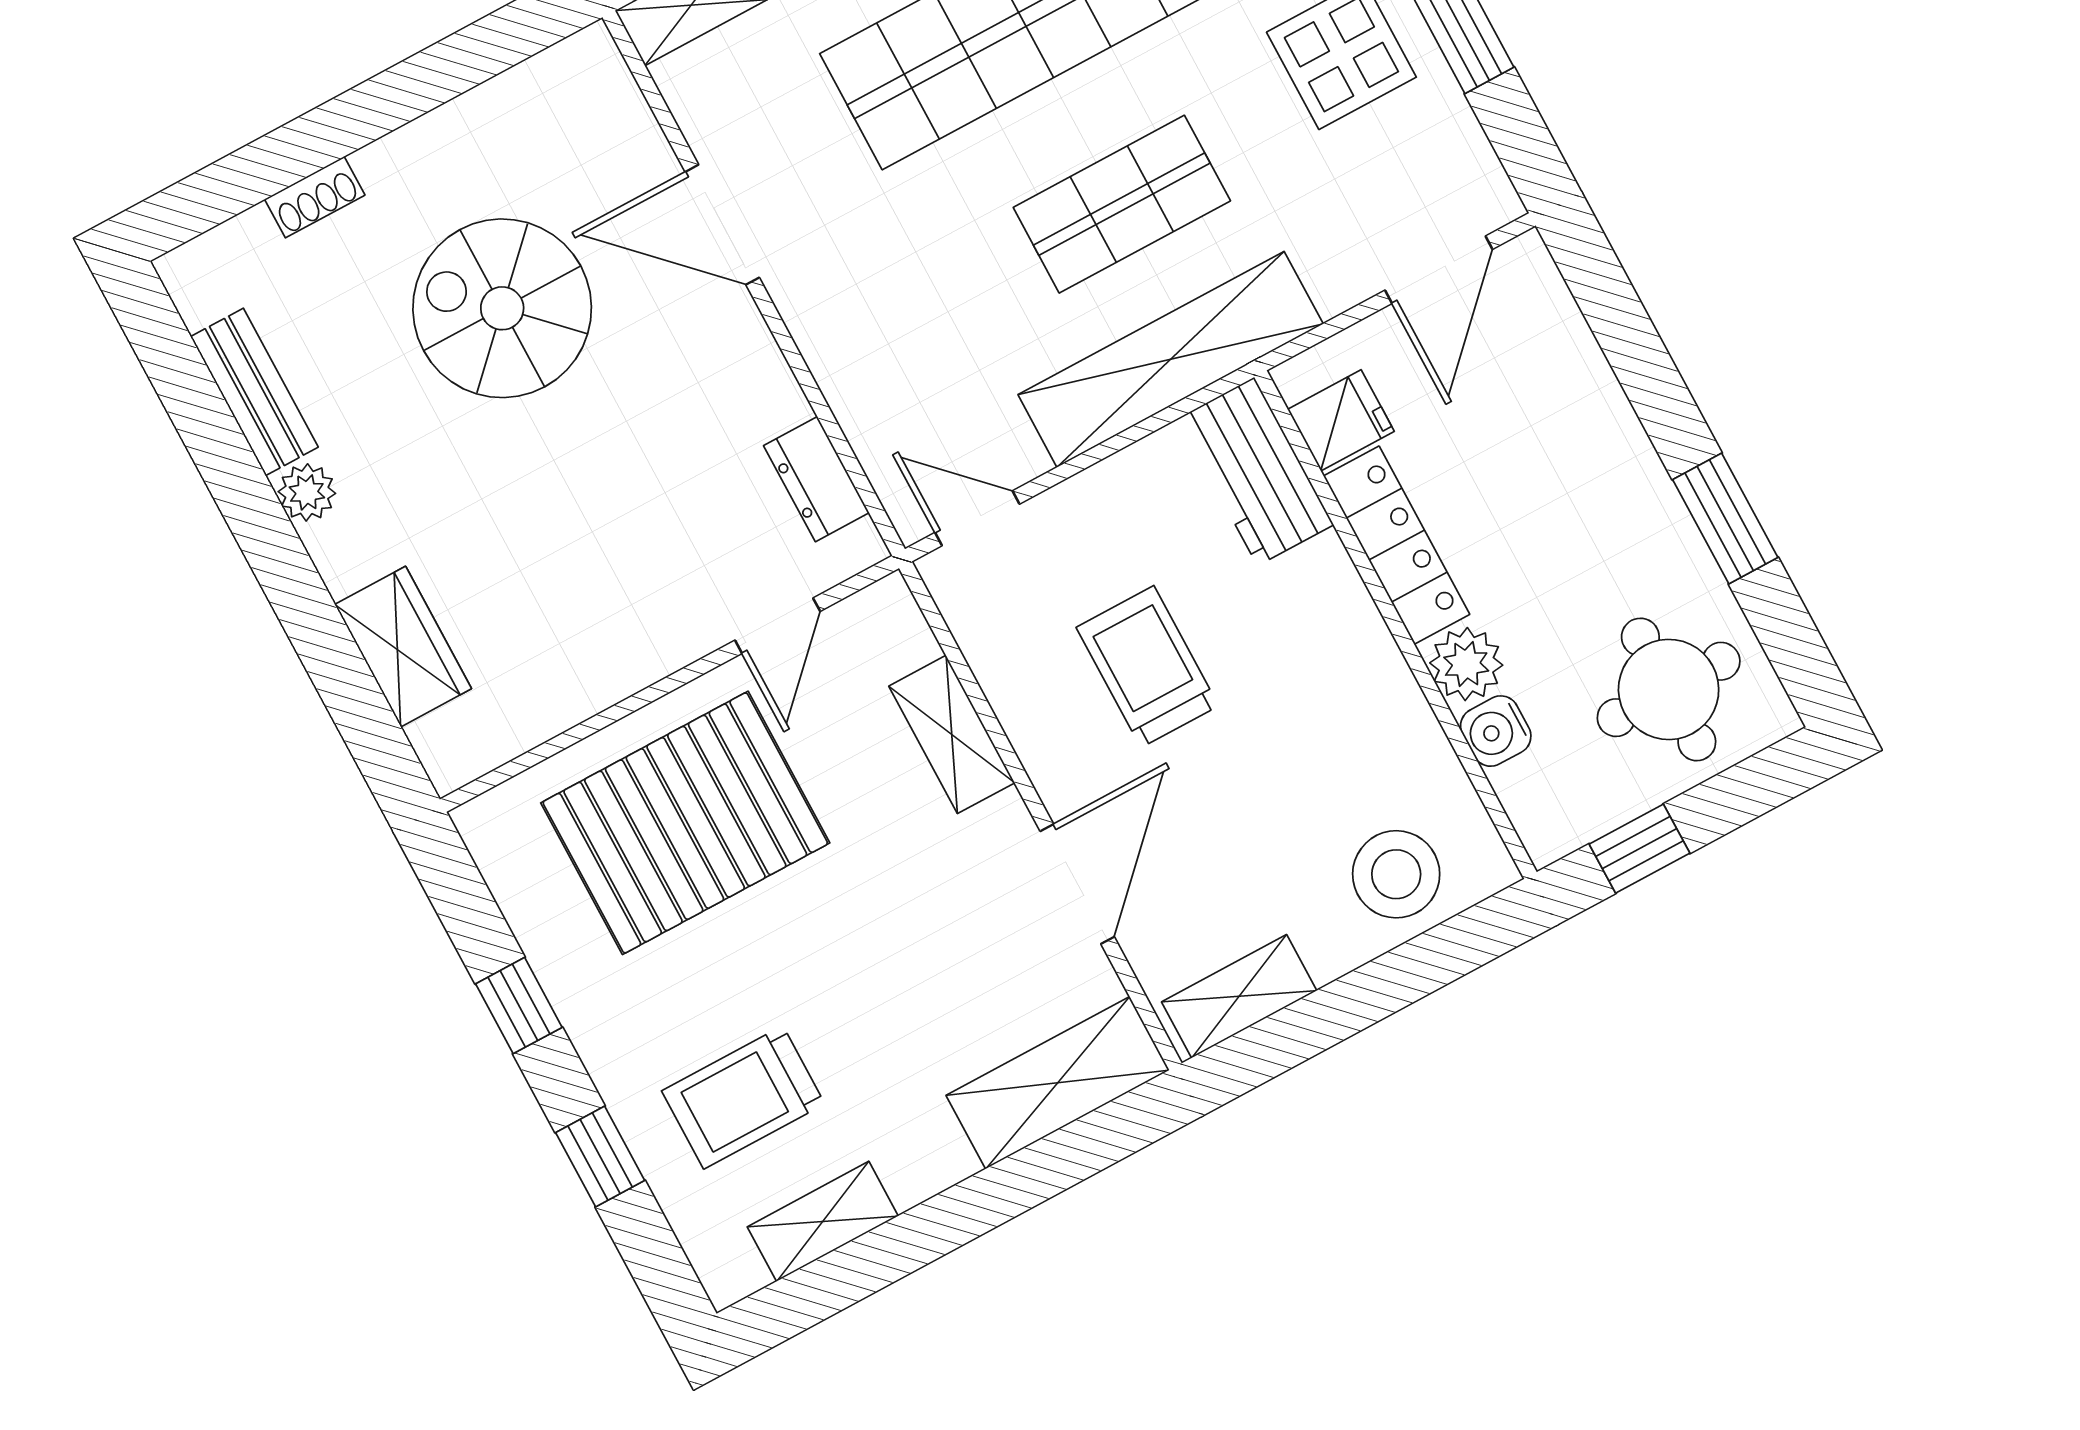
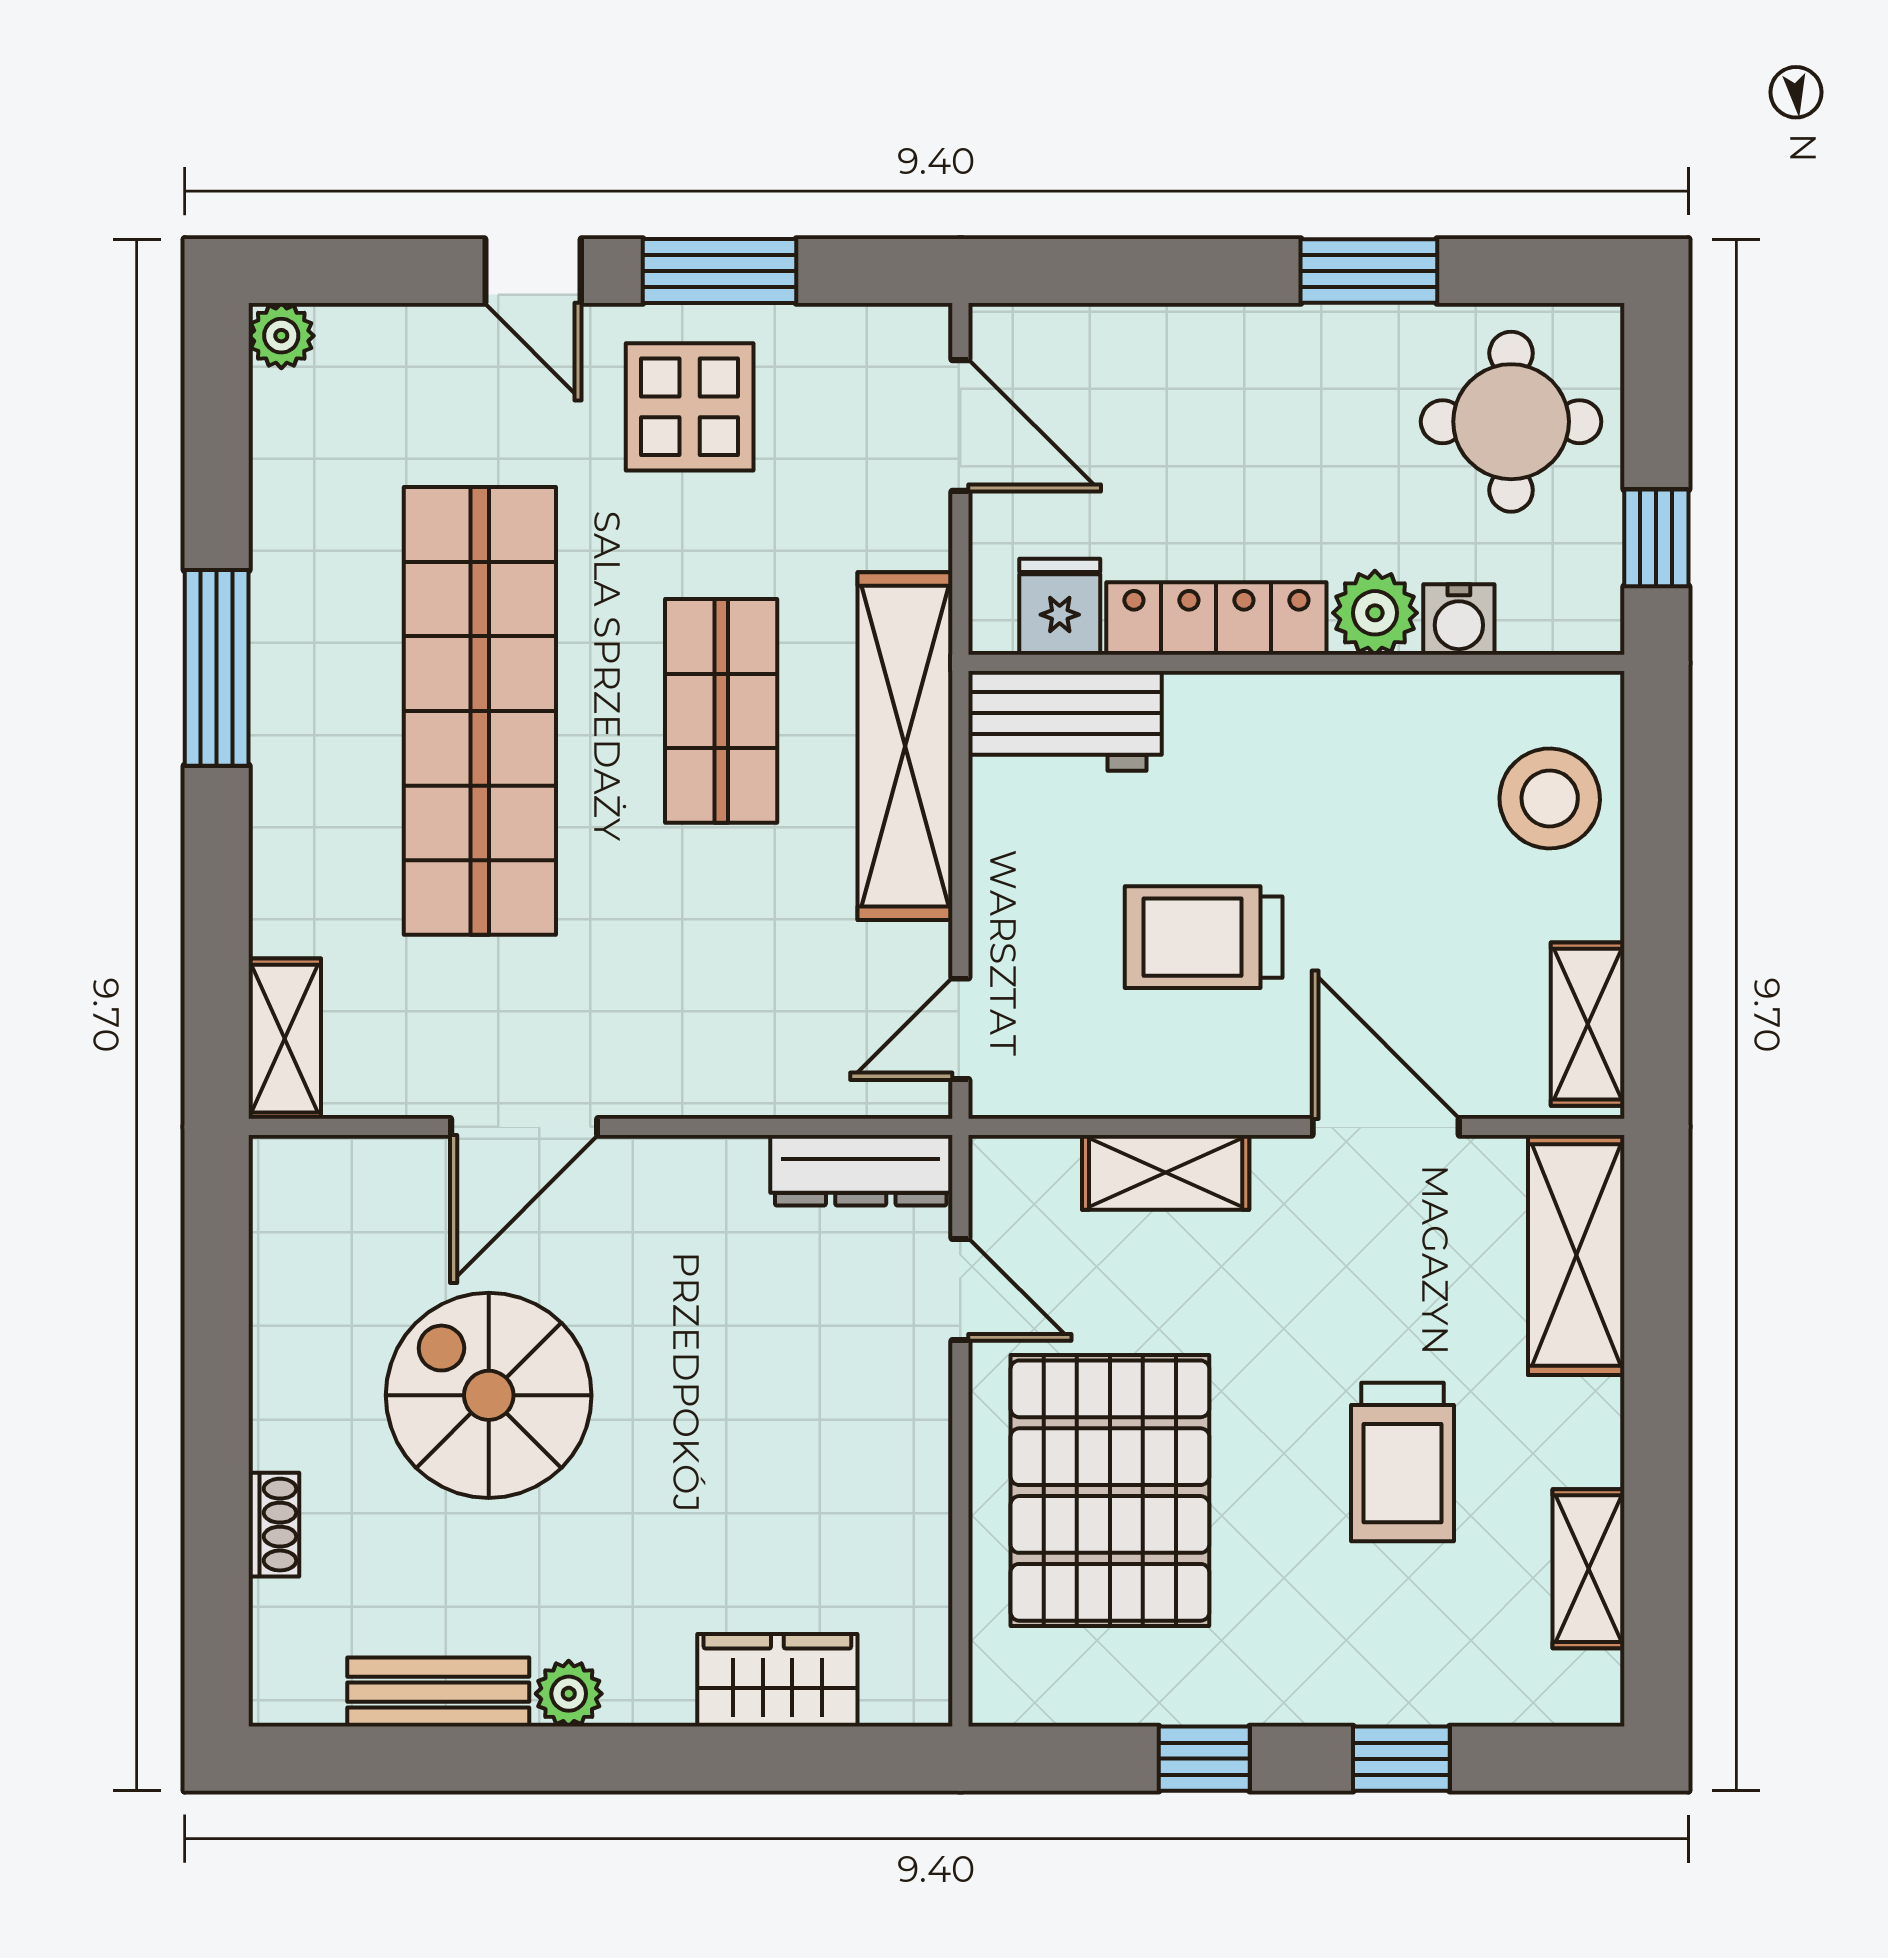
spiral stairs: (502, 308) -> (489, 1395), turned 90
dresser: (816, 479) -> (861, 1170), width x1.44
trolley: (743, 1097) -> (1402, 1462), moved

